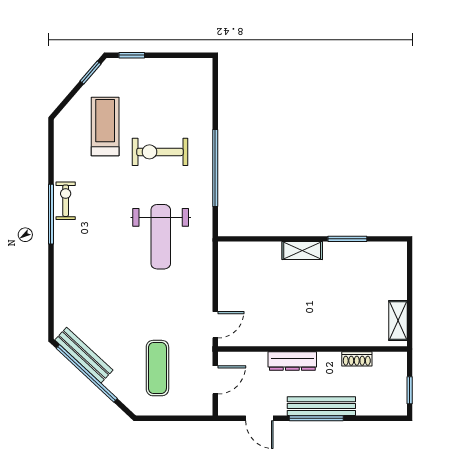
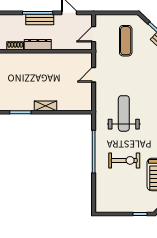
door: (215, 325) -> (94, 75), moved
dresser: (292, 361) -> (38, 45), moved
bench: (321, 406) -> (40, 20), width x0.73

